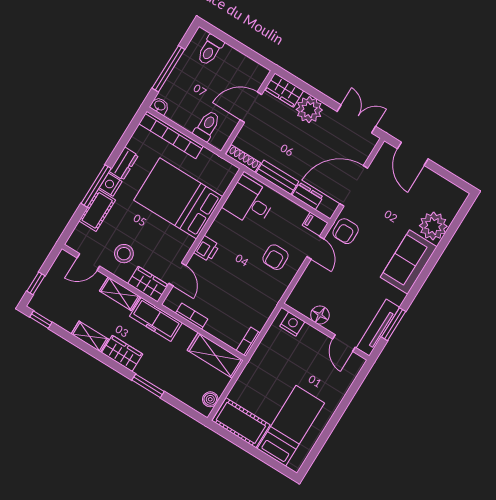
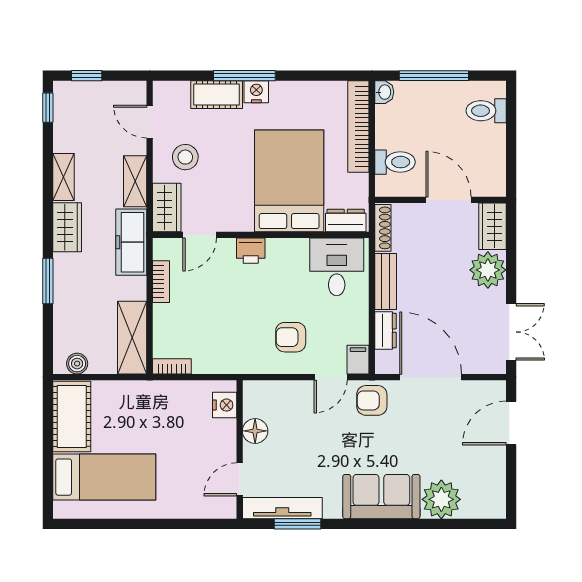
dresser: (124, 164) -> (346, 220), moved, turned 180

